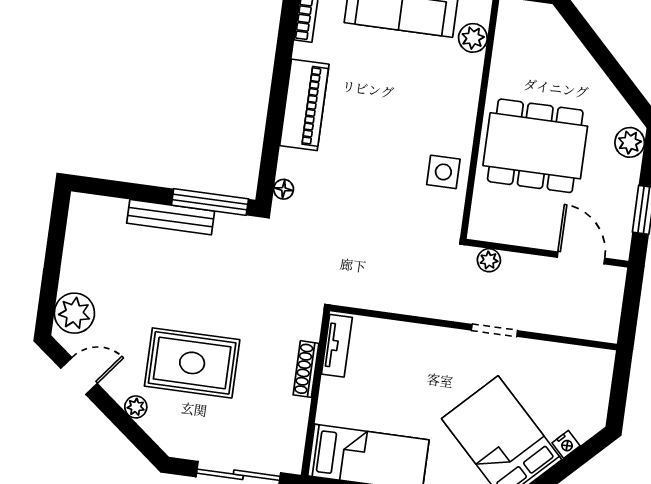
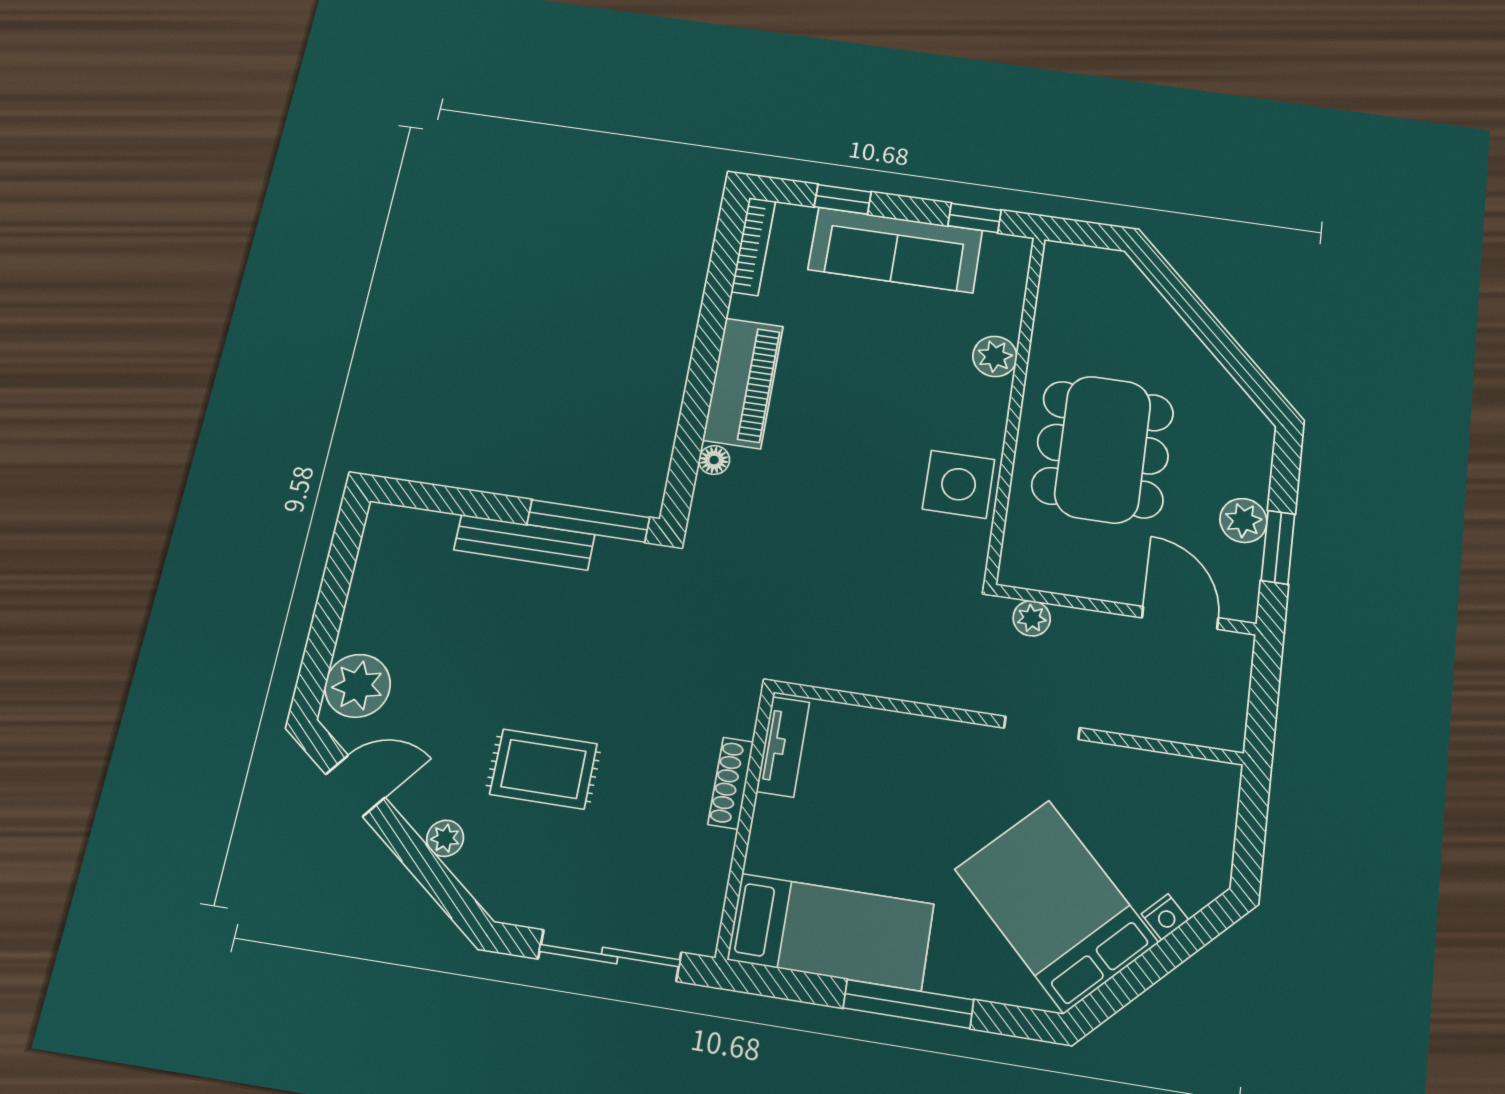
plant: (473, 38) -> (995, 356), moved
plant: (630, 142) -> (1243, 520), moved
dining table: (535, 146) -> (1103, 449), turned 90
side table: (443, 172) -> (959, 484), width x1.37, depth x1.37
floor lamp: (284, 189) -> (714, 460), moved
rug: (192, 363) -> (543, 769), width x0.73, depth x0.70

